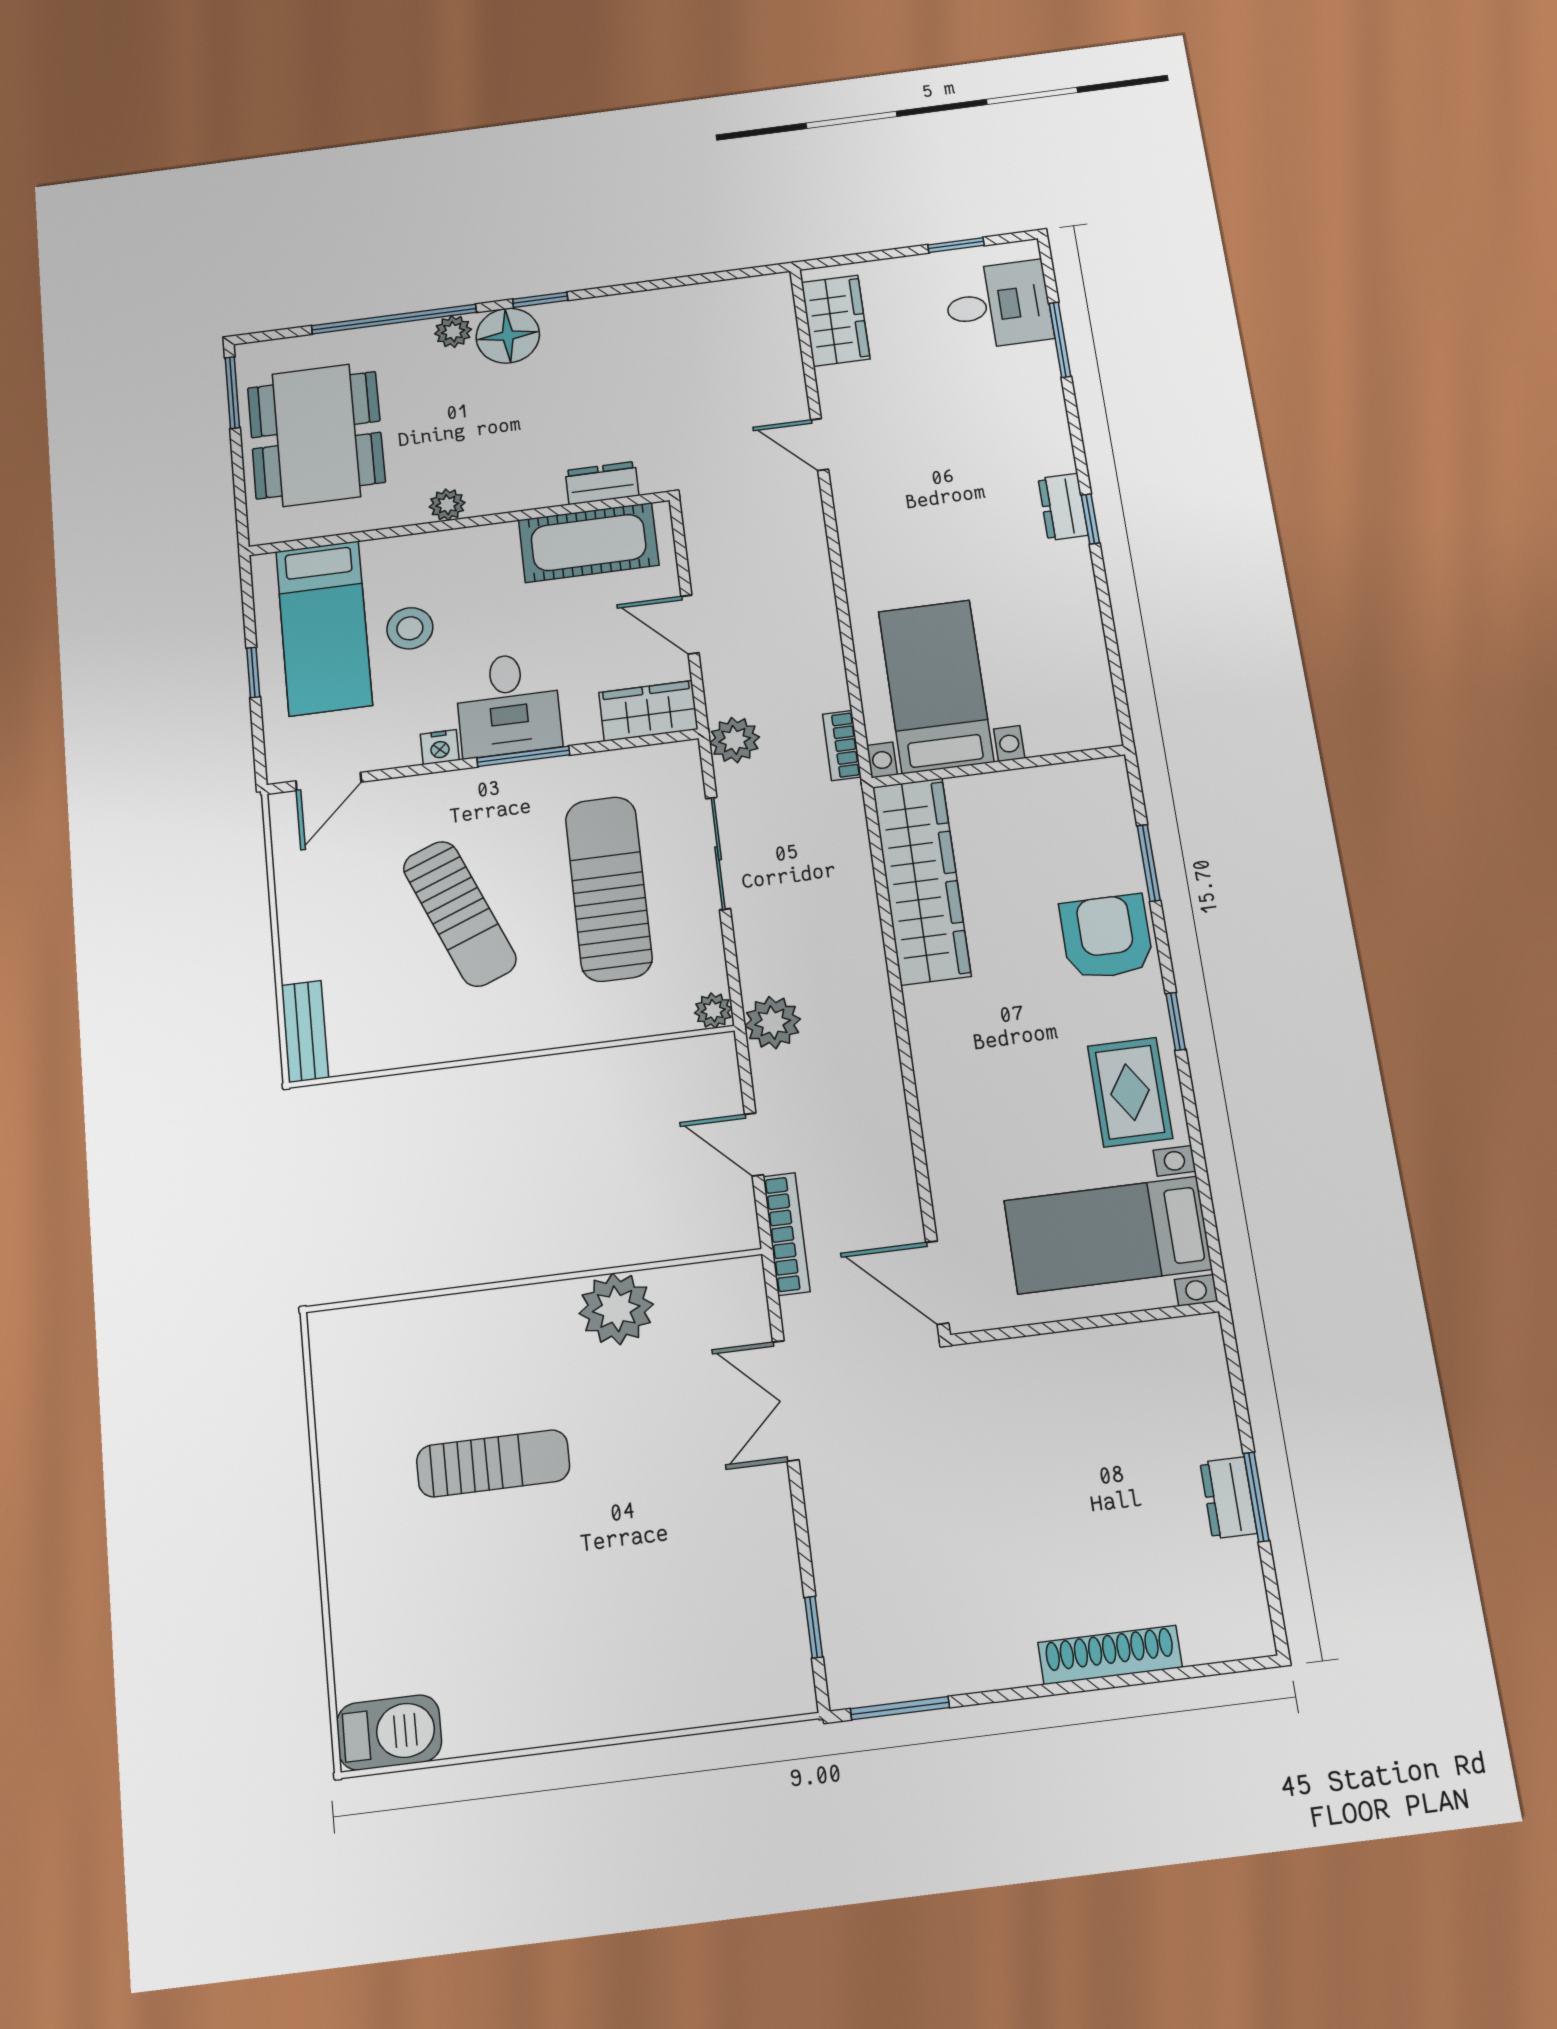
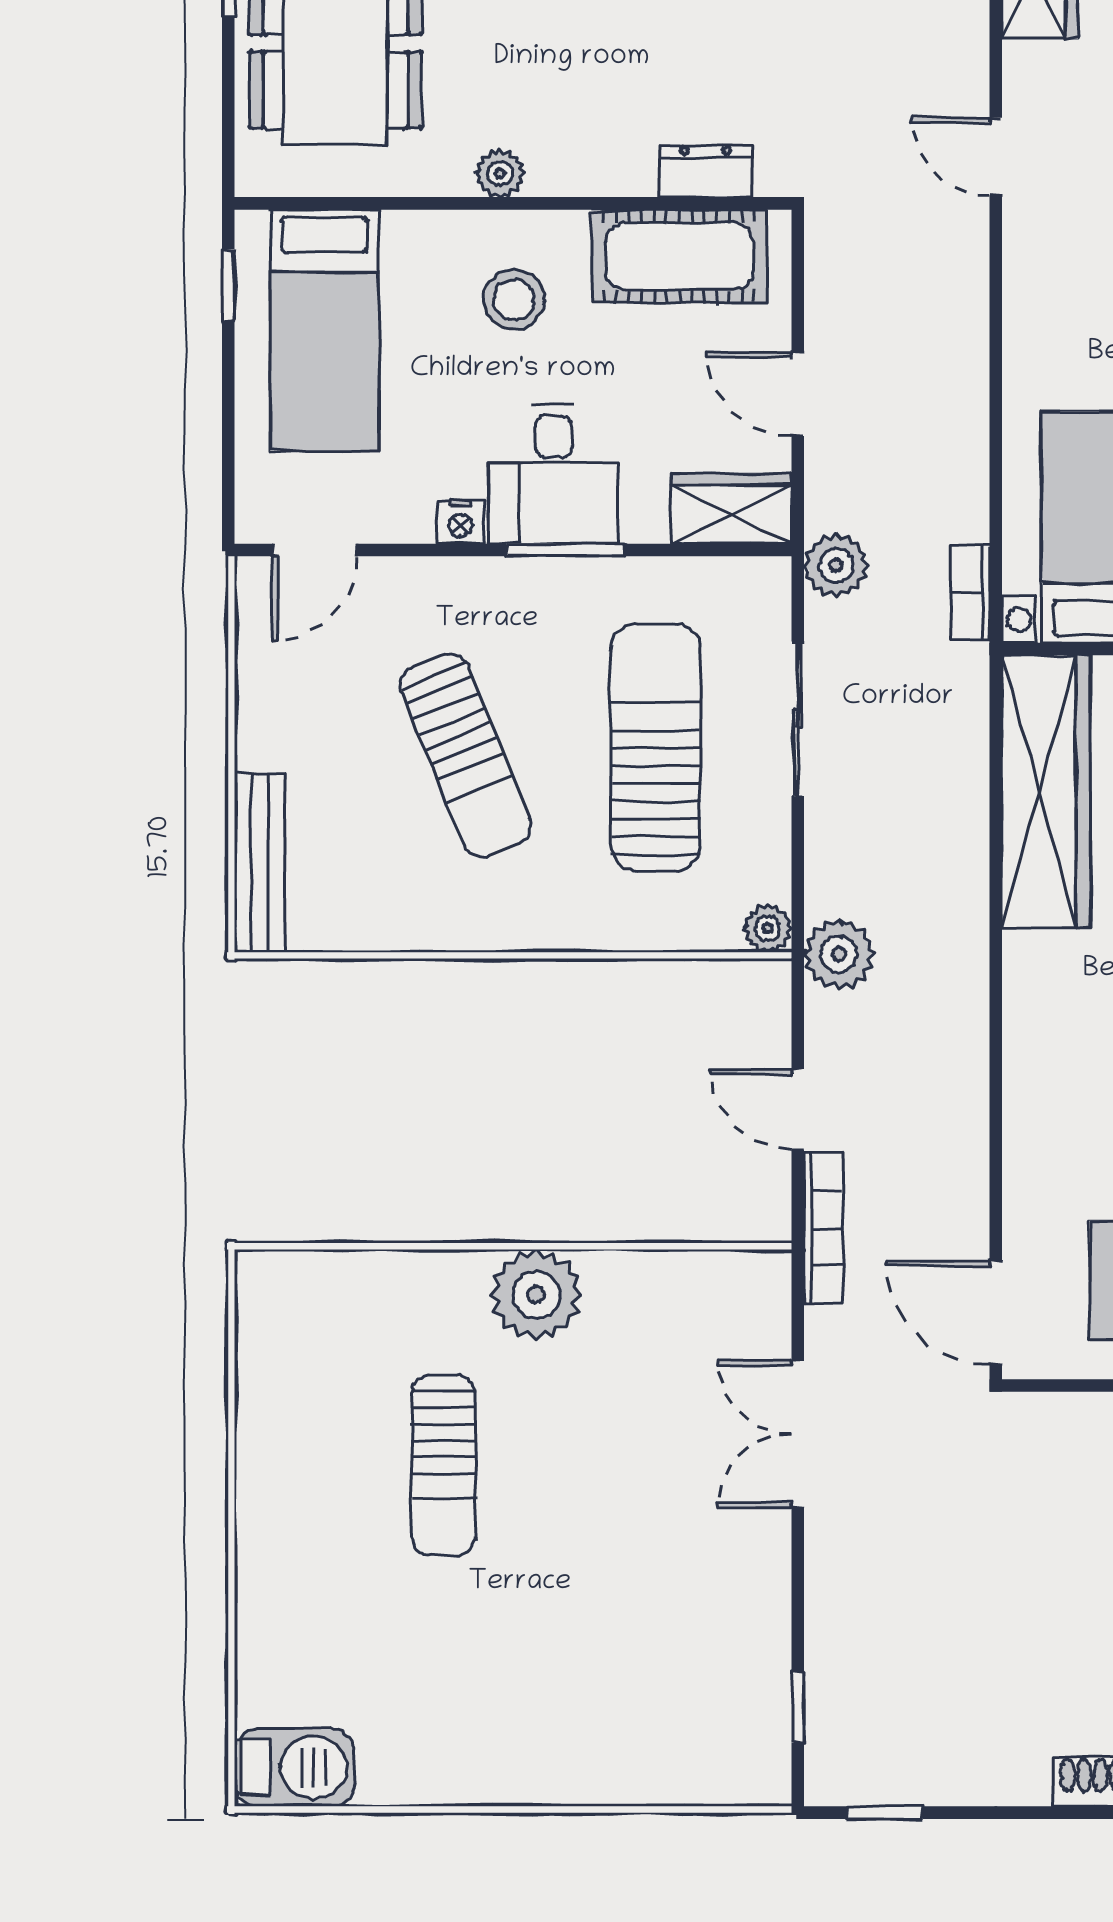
stool: (410, 628) -> (514, 300), moved
window: (253, 672) -> (228, 285), moved
bench: (305, 1031) -> (259, 863), width x1.36
plant: (616, 1309) -> (536, 1295), moved
sun lounger: (493, 1463) -> (444, 1465), turned 90
window: (900, 1708) -> (885, 1813), width x0.67

